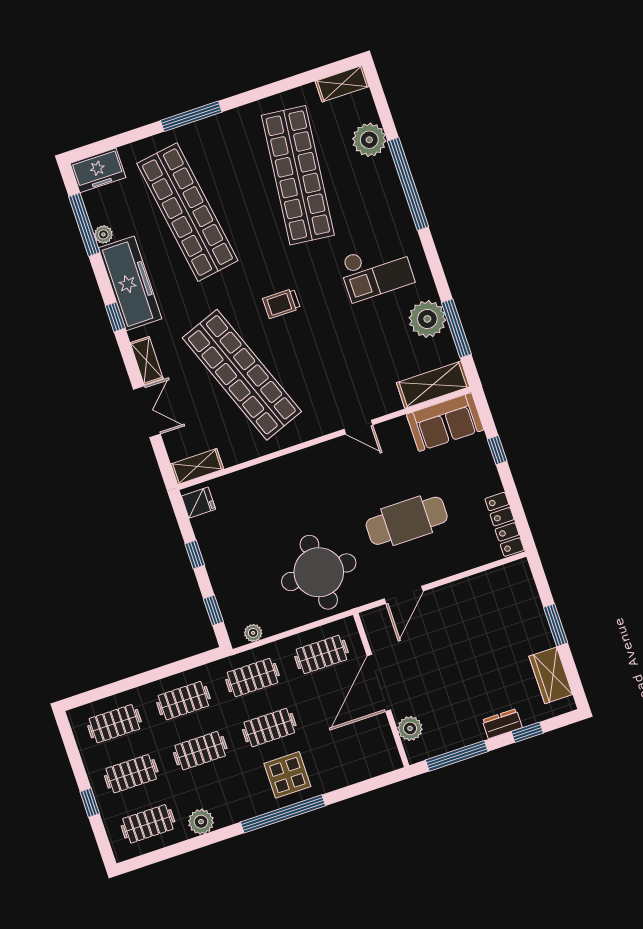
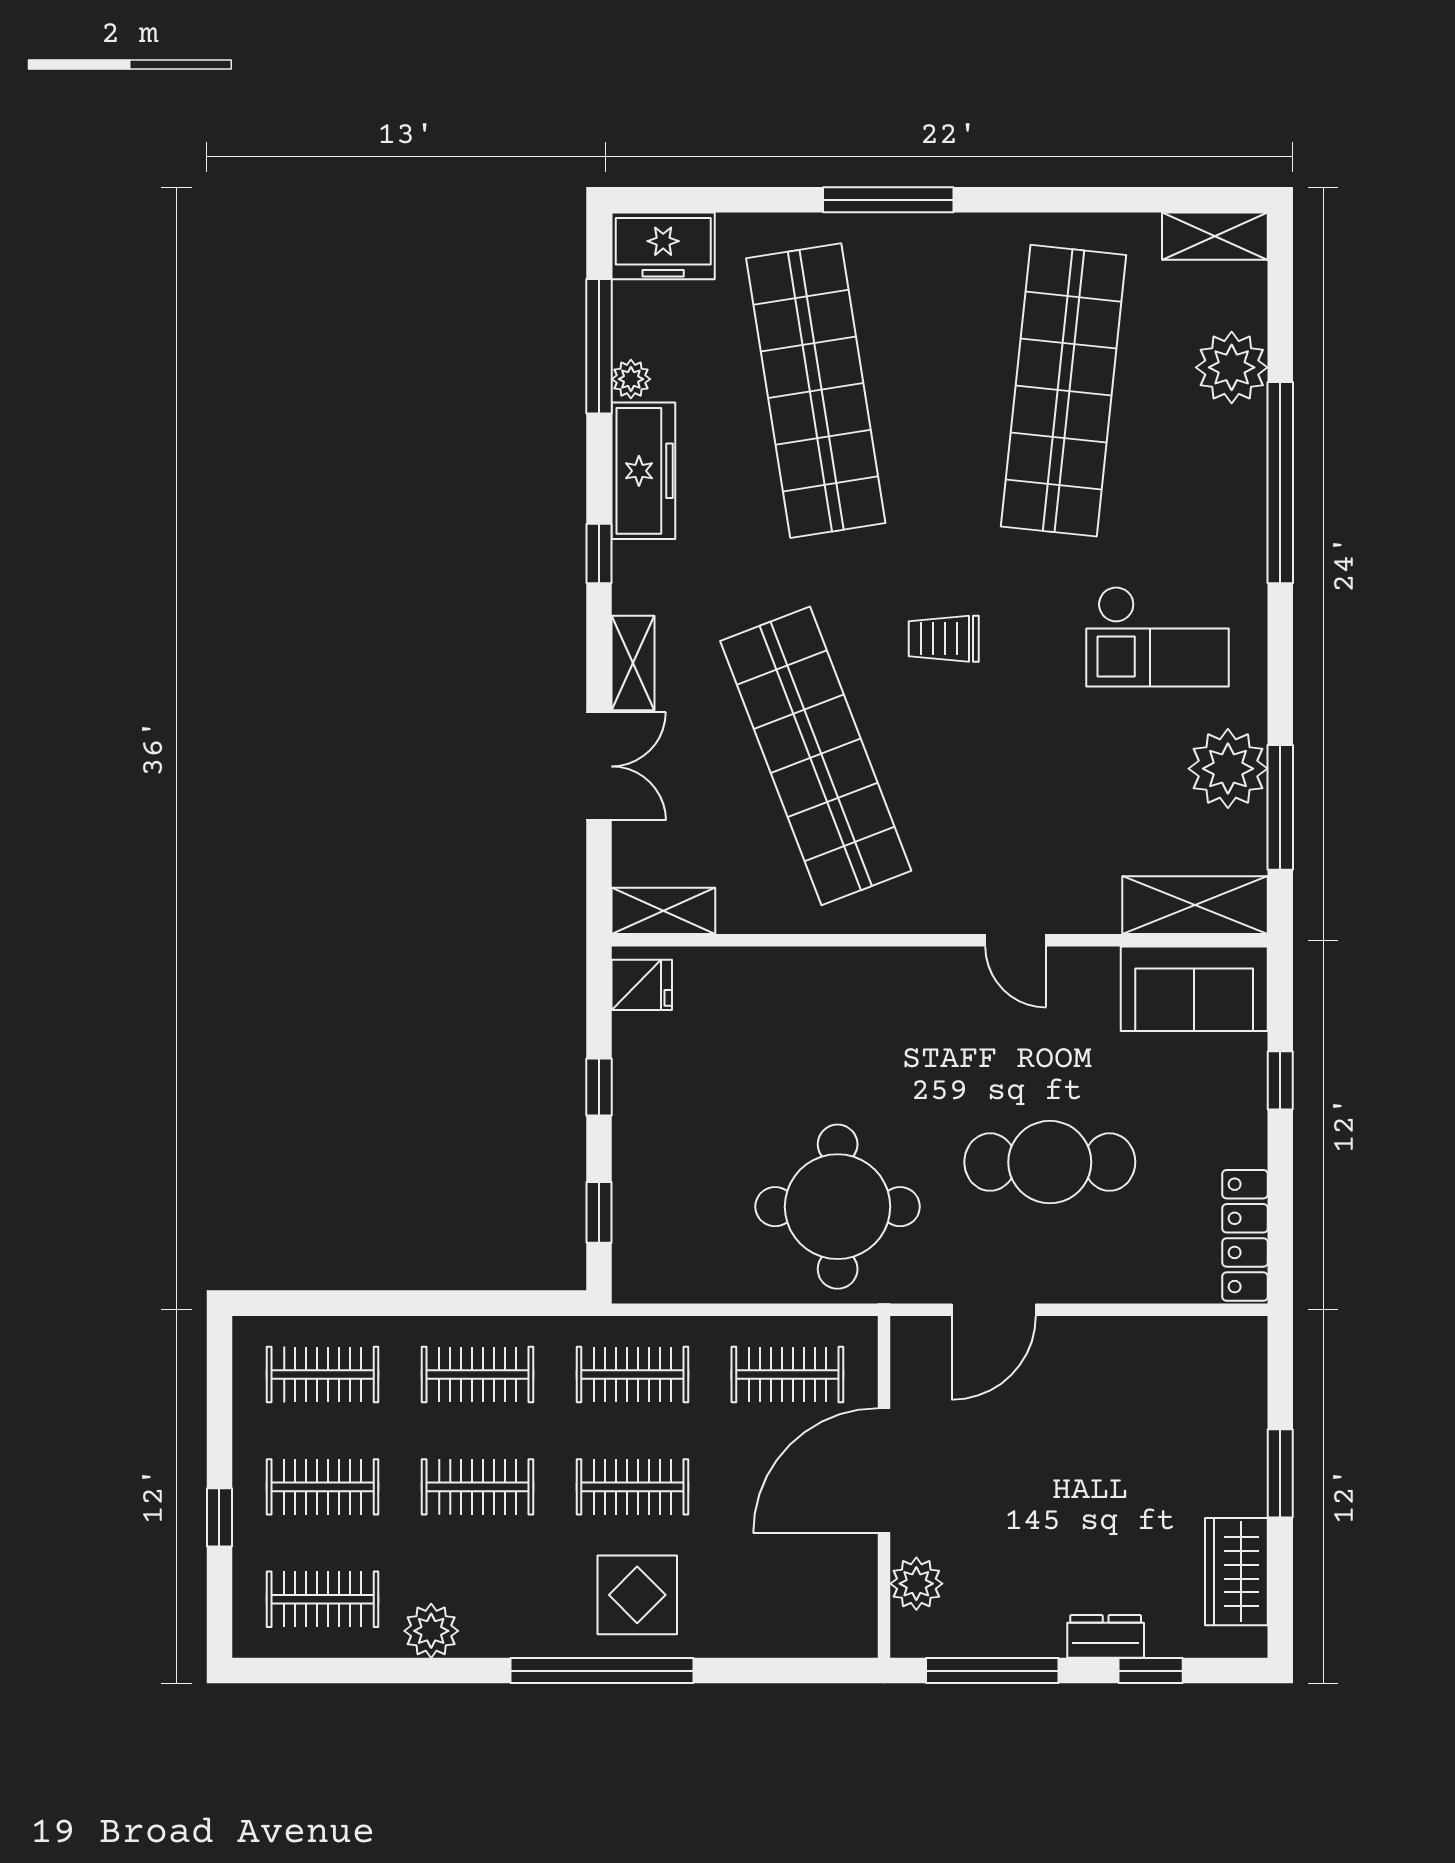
freezer: (130, 283) -> (643, 471), width x0.73, depth x0.79
plant: (253, 633) -> (664, 1285), removed

